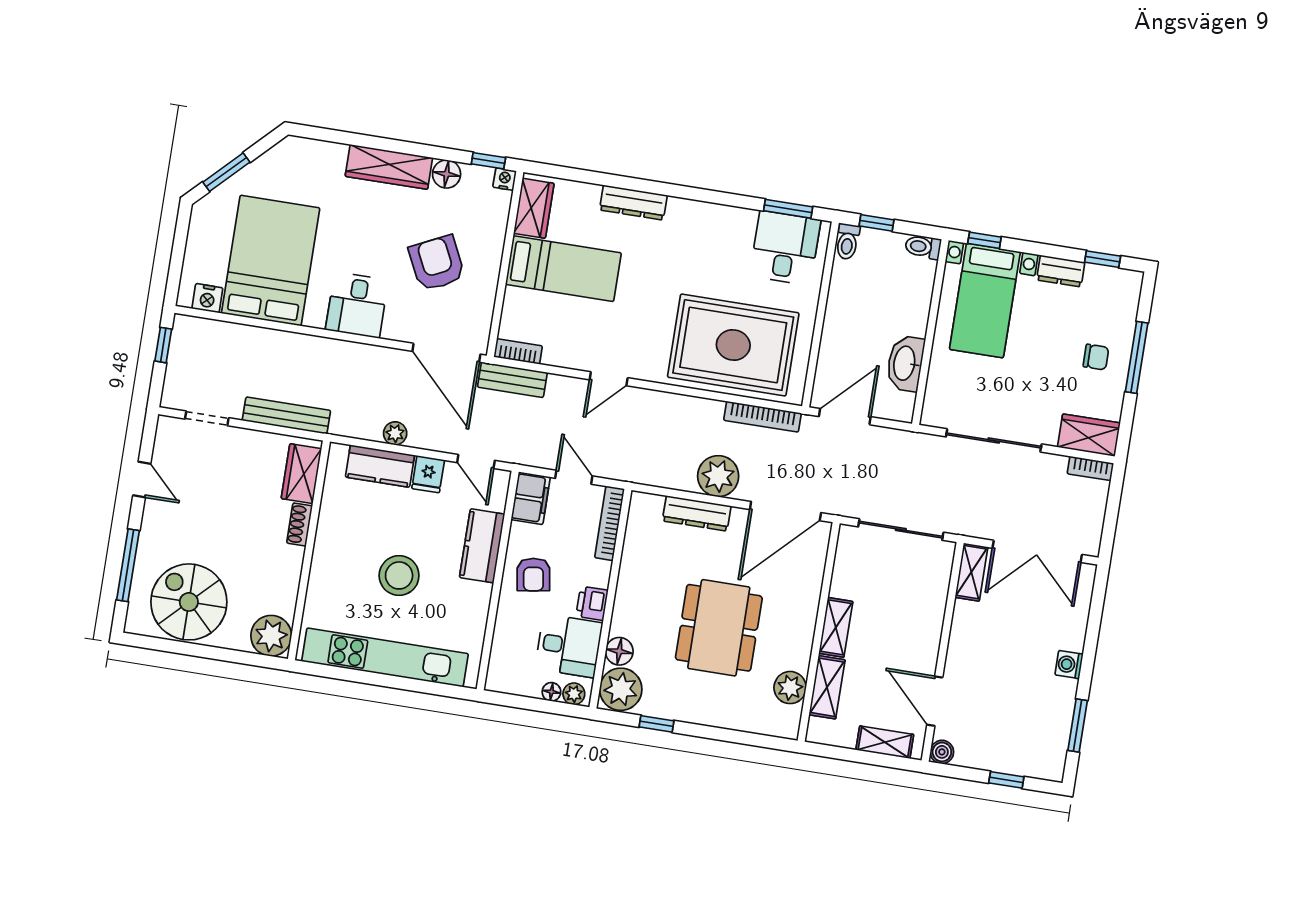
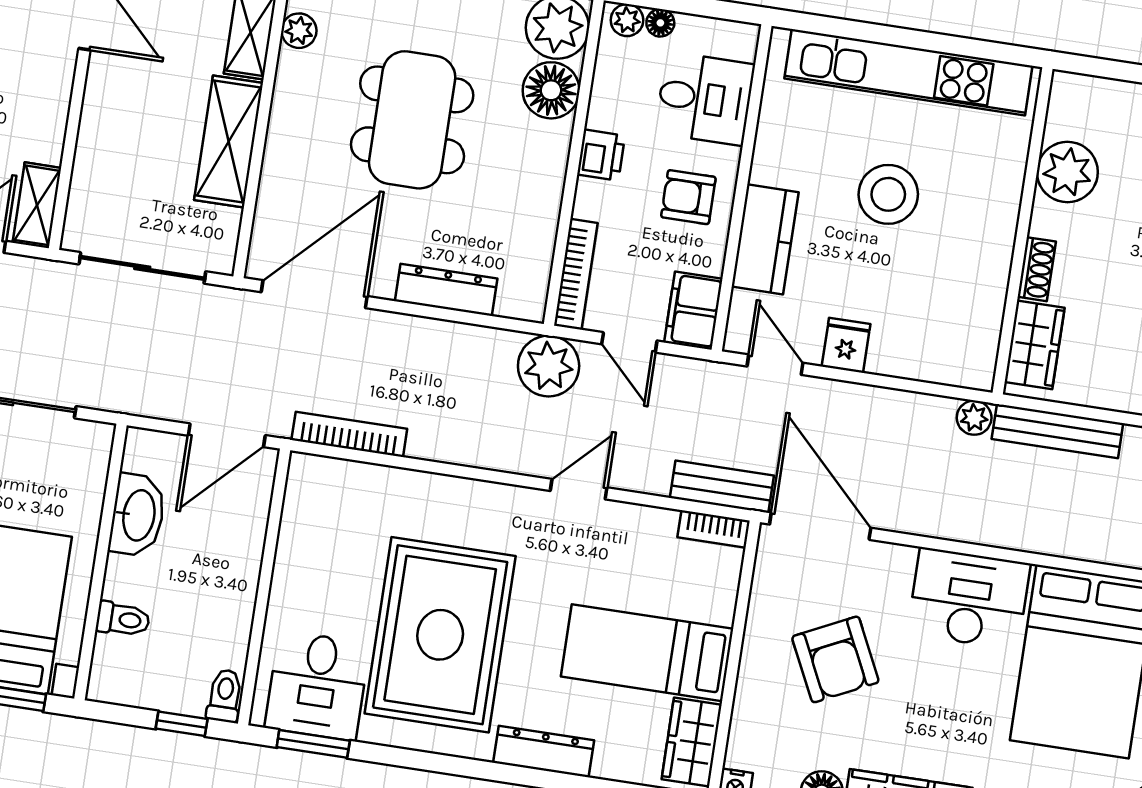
toilet: (923, 247) -> (123, 619), moved
desk: (357, 305) -> (969, 599), width x1.37
rug: (733, 345) -> (440, 635), moved, turned 90
plant: (395, 433) -> (974, 418), moved
kitchen counter: (380, 466) -> (918, 357), removed
plant: (718, 476) -> (549, 366), moved
armchair: (533, 575) -> (688, 197), turned -81
shelving: (836, 627) -> (229, 142), width x1.50, depth x1.33
plant: (271, 636) -> (1067, 172), moved
desk: (569, 646) -> (705, 99), moved, turned 180
floor lamp: (619, 651) -> (551, 90), width x1.38, depth x1.38
plant: (790, 688) -> (299, 31), width x0.73, depth x0.73

